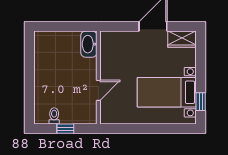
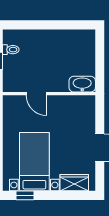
wardrobe: (182, 39) -> (74, 183), moved, turned 90

